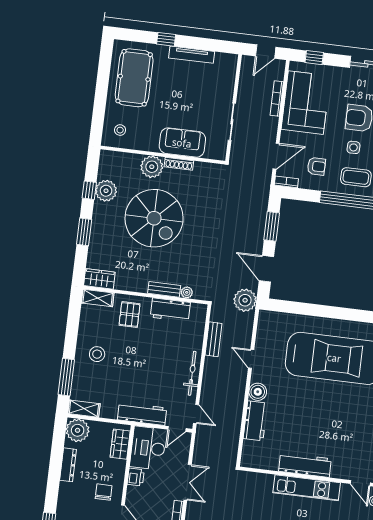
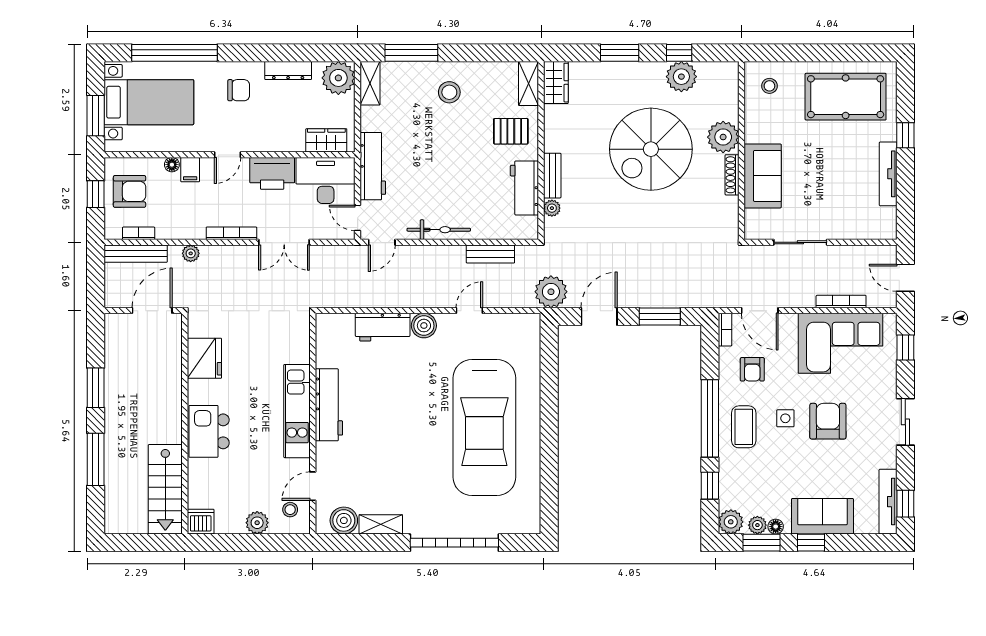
printer: (136, 477) -> (272, 173), width x1.87, depth x1.48
chair: (104, 492) -> (239, 90), moved

